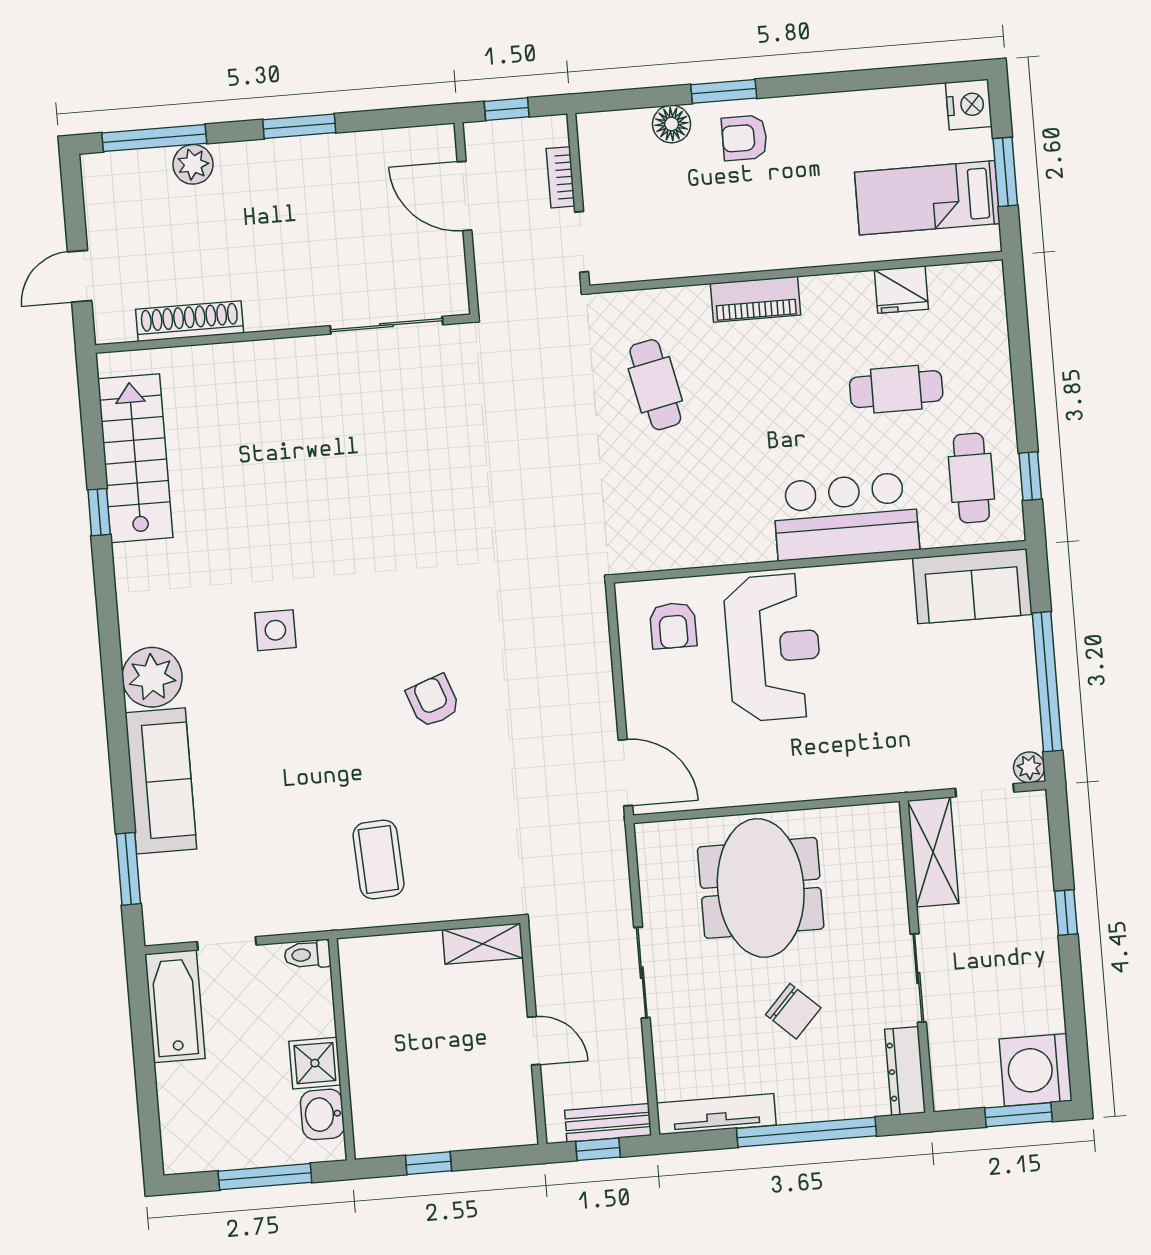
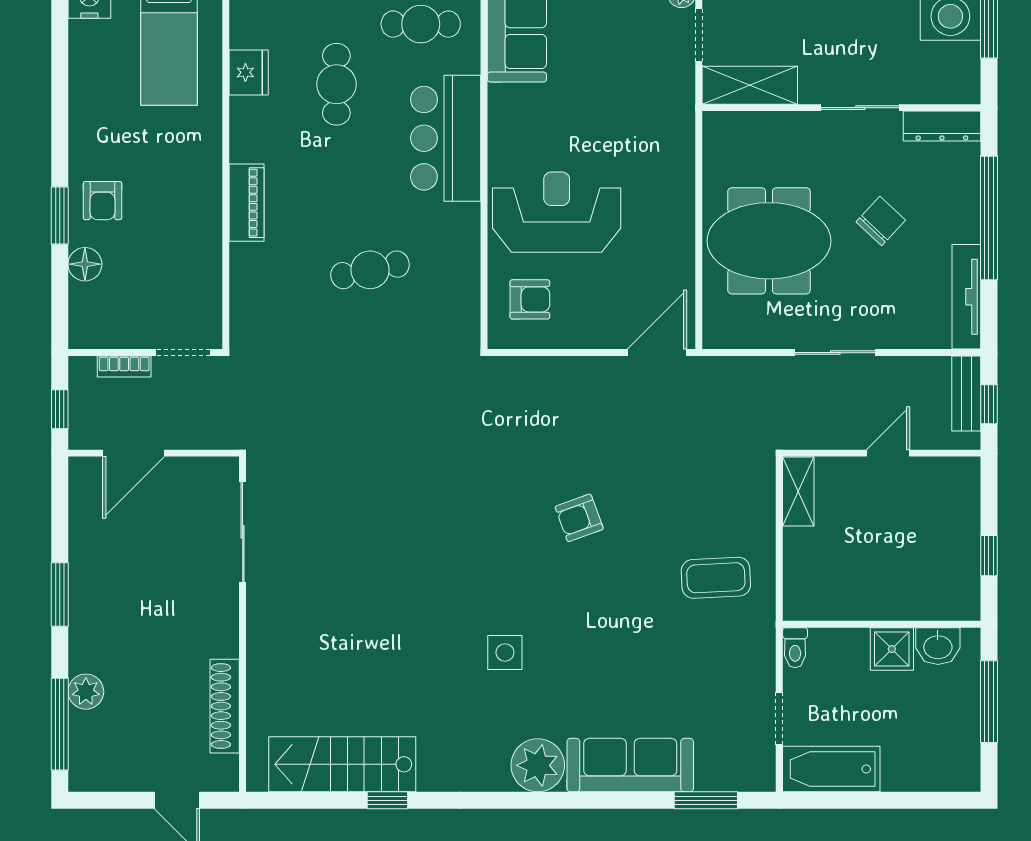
cafe table: (655, 385) -> (370, 270), moved

